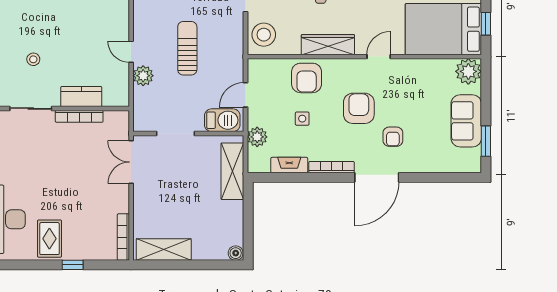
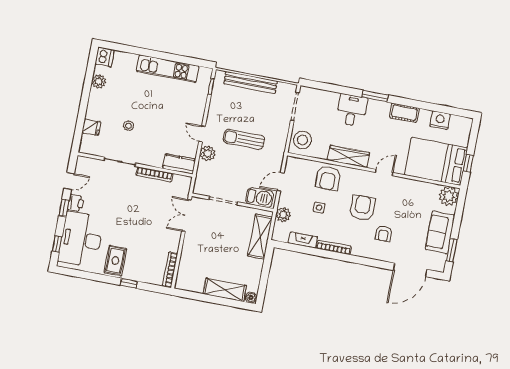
sun lounger: (187, 48) -> (244, 139), turned -90
kitchen counter: (81, 97) -> (179, 164), moved
door: (377, 177) -> (410, 270), moved
shelving: (164, 249) -> (225, 290), moved

